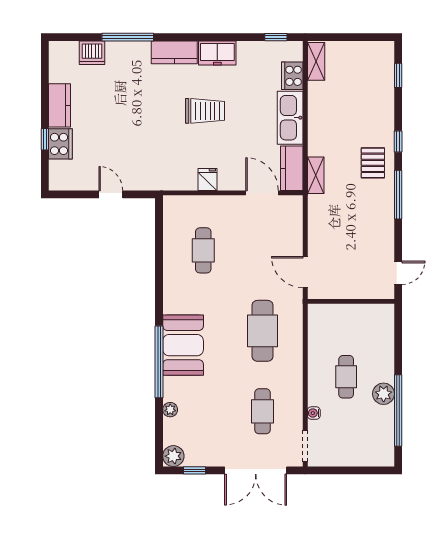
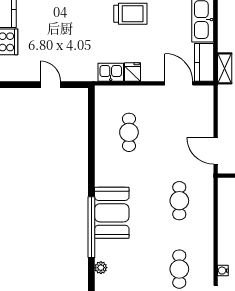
kitchen sink: (182, 180) -> (111, 72), added
cafe table: (262, 331) -> (179, 201), width x0.73, depth x0.74

